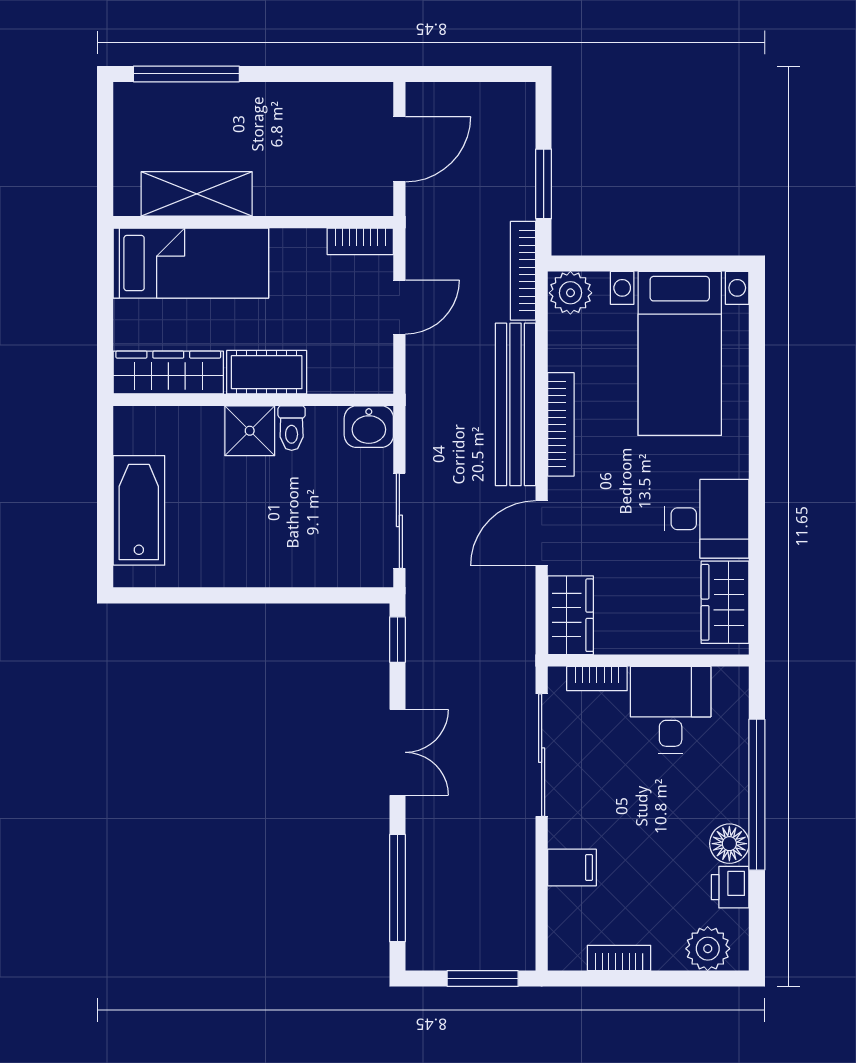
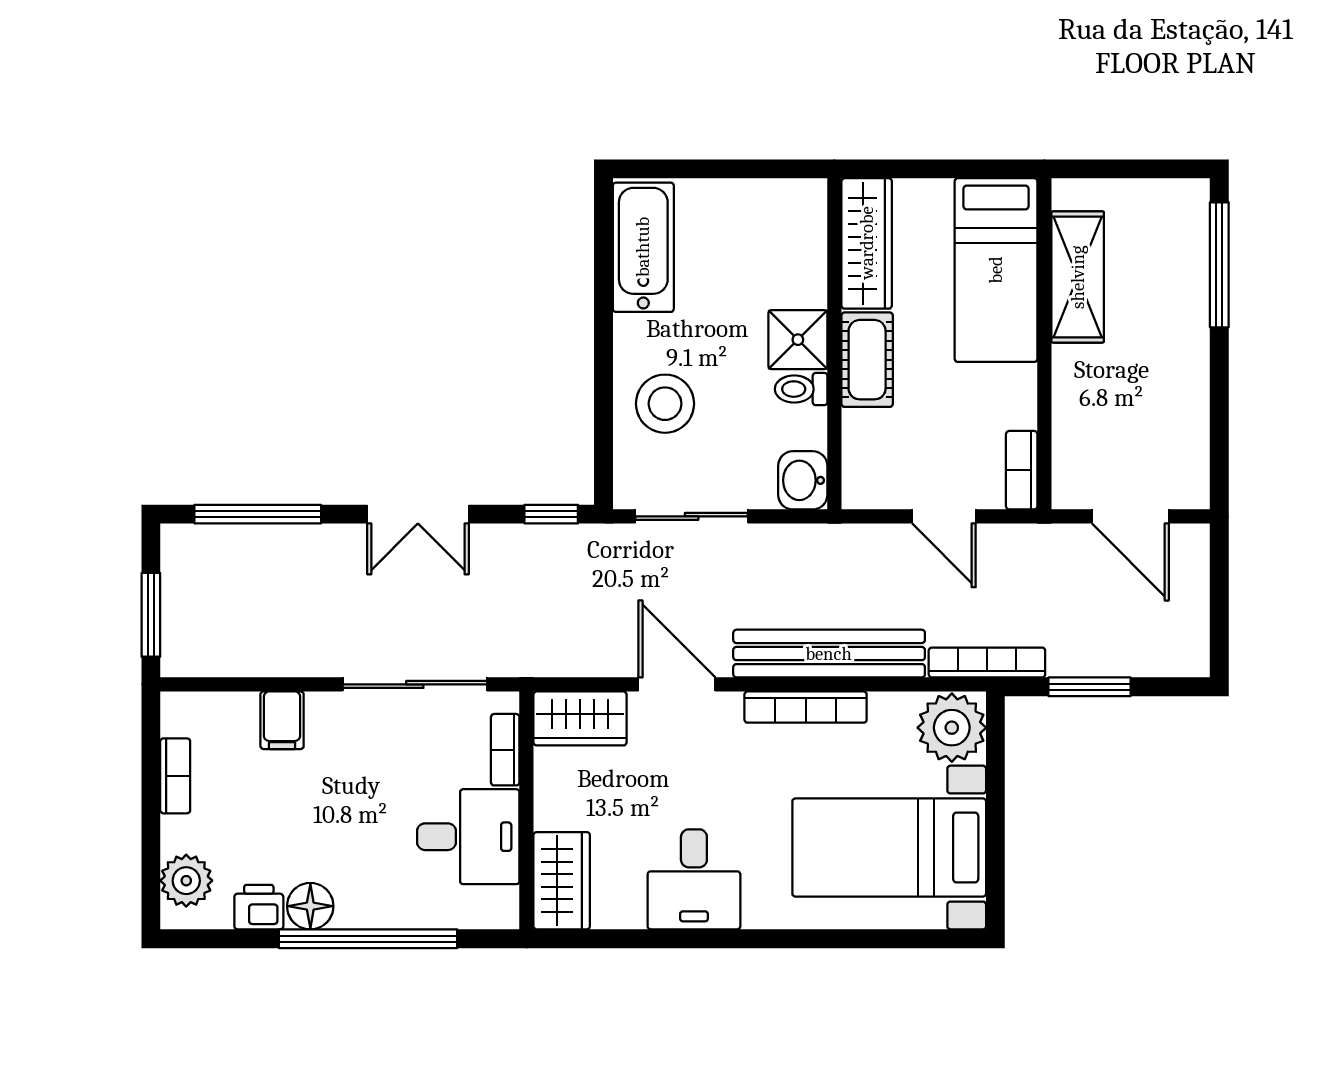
plant: (570, 293) -> (952, 728), width x1.36, depth x1.36
bathtub: (139, 510) -> (643, 247), moved, turned -90
stool: (304, 543) -> (665, 404), added
wardrobe: (725, 602) -> (562, 881), moved, turned 90

